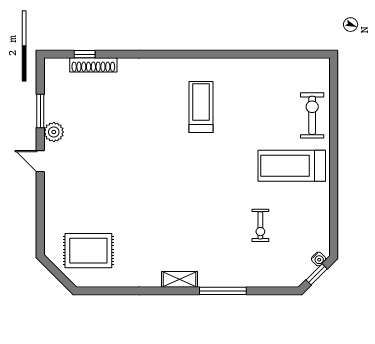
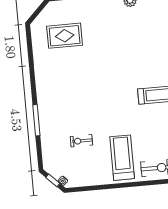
rug: (88, 251) -> (65, 36), moved, turned 90
shelving: (179, 279) -> (41, 91), removed

